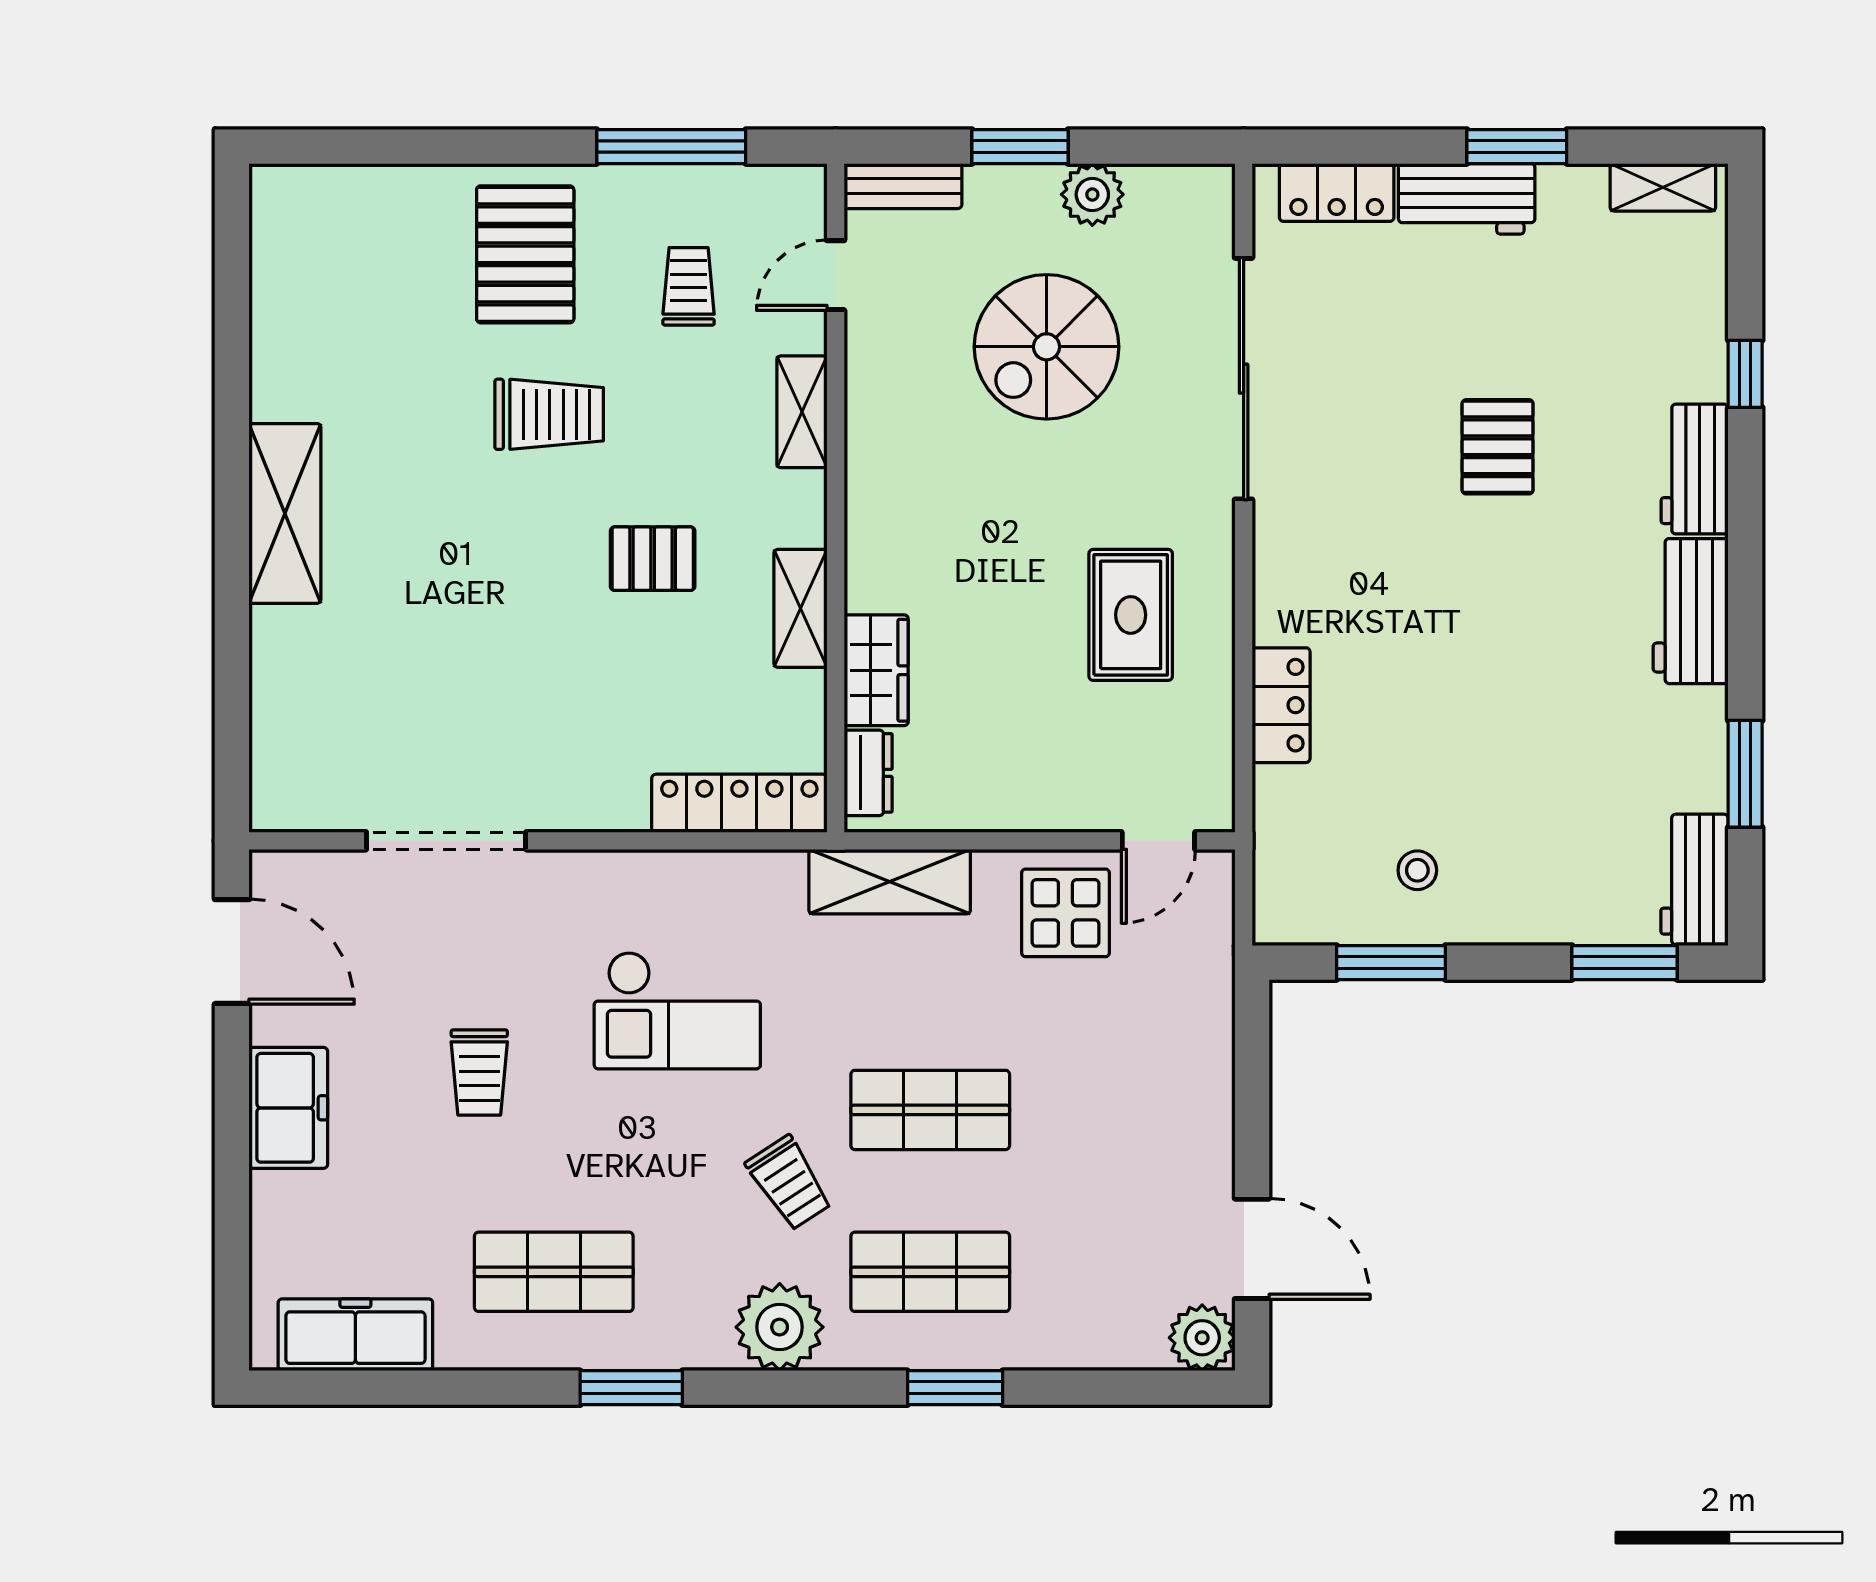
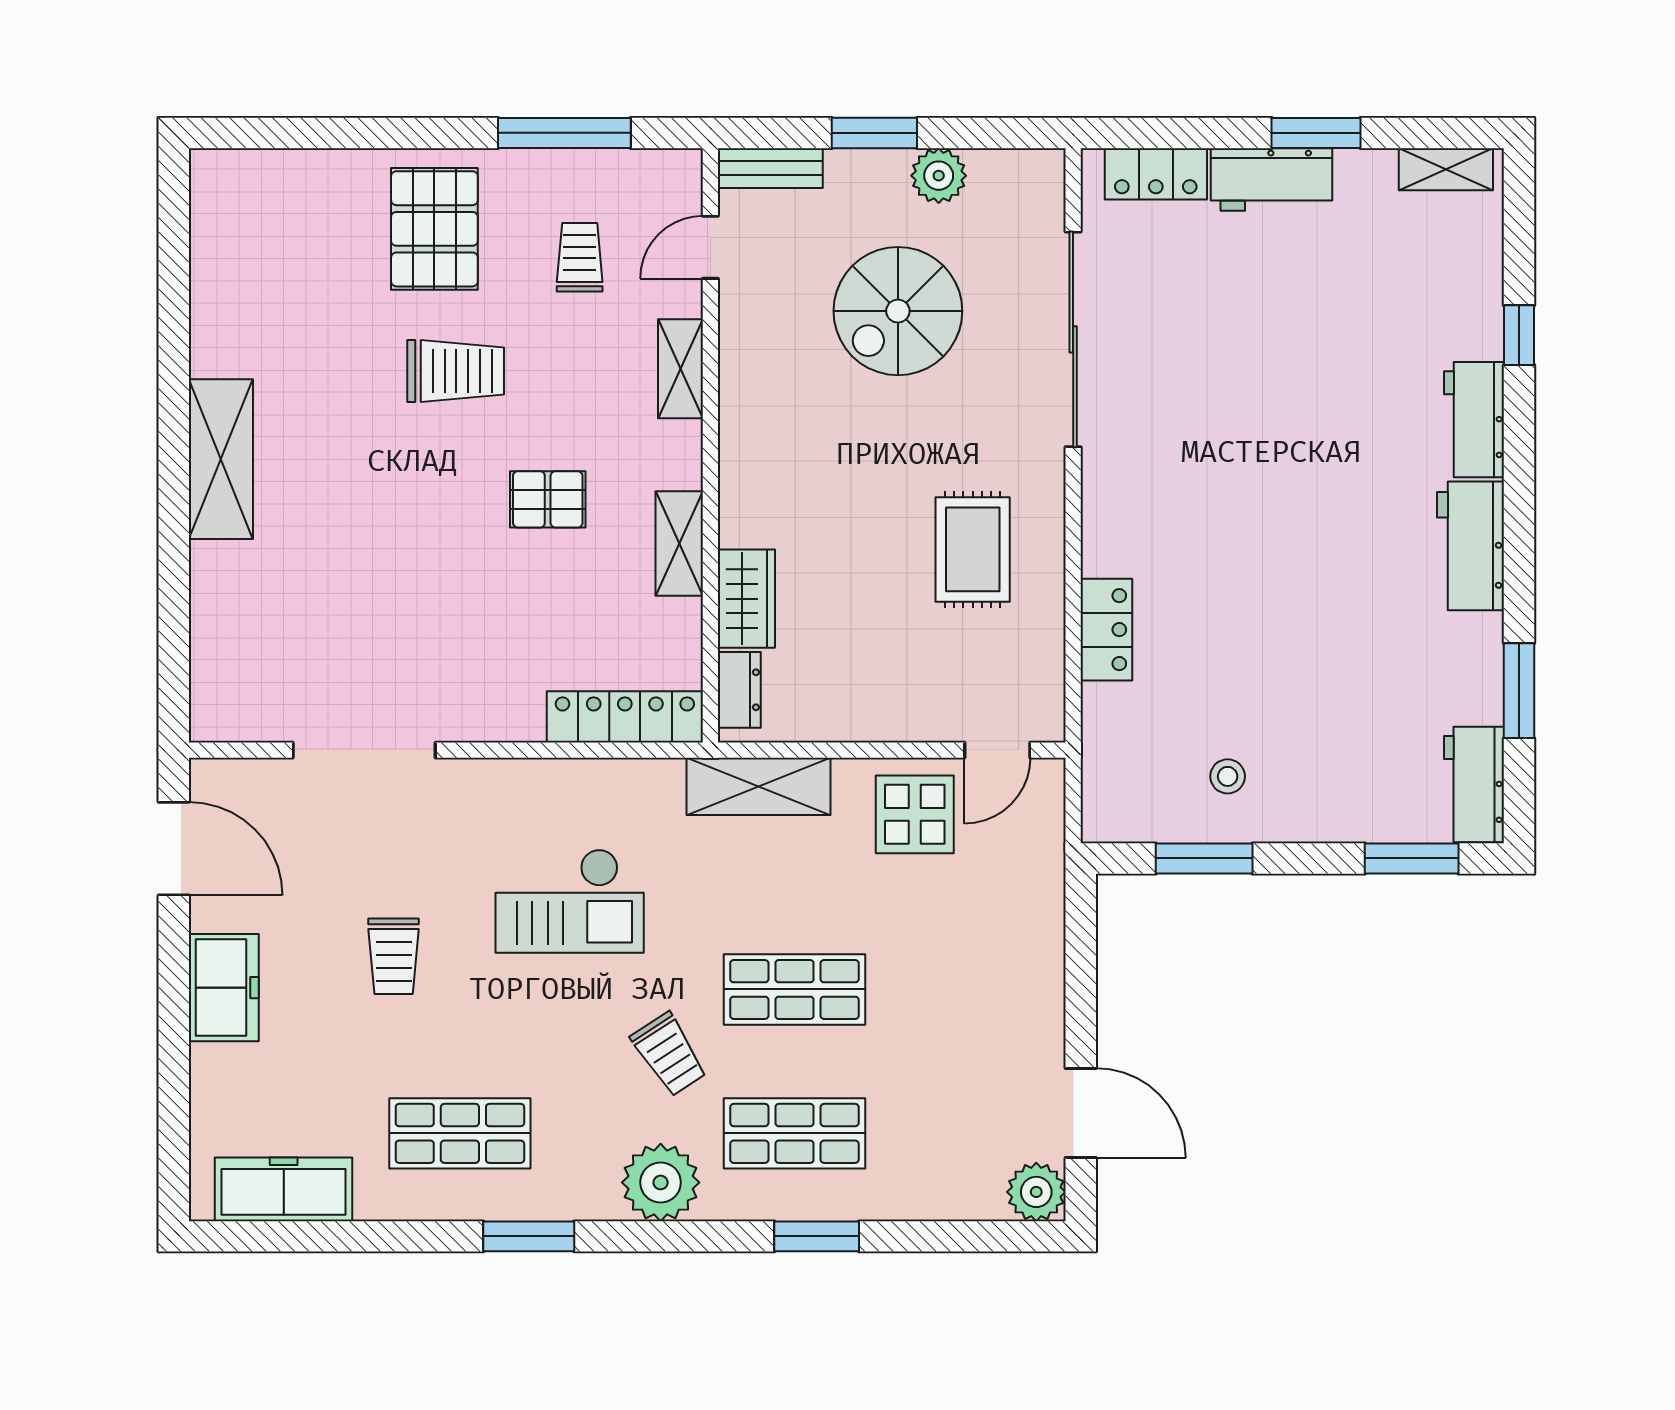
pallet: (1498, 447) -> (1299, 400), removed

